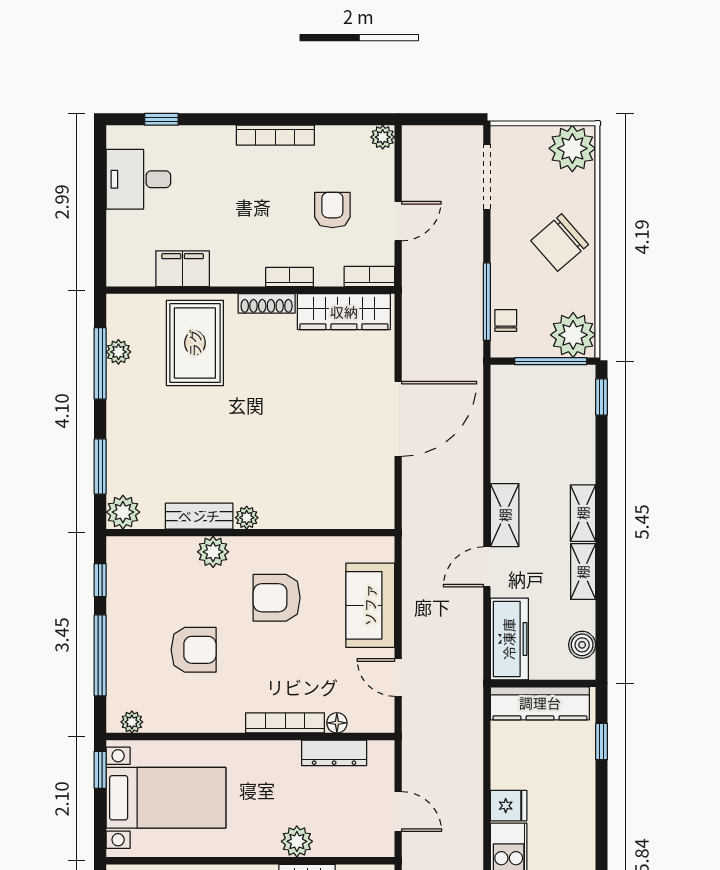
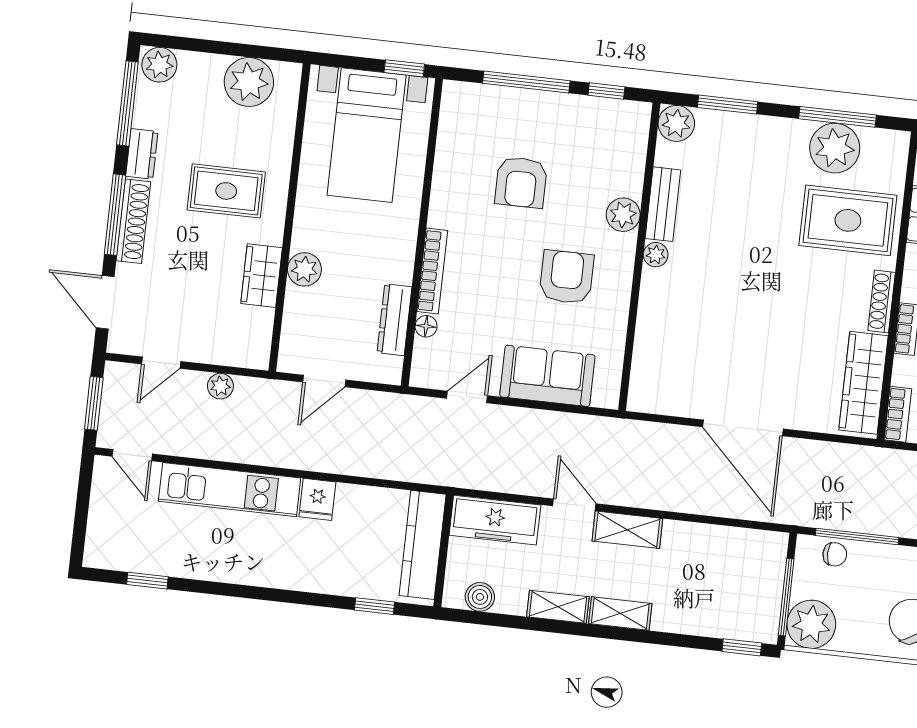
plant: (118, 352) -> (835, 148), width x1.88, depth x1.88
plant: (132, 722) -> (452, 108), removed

